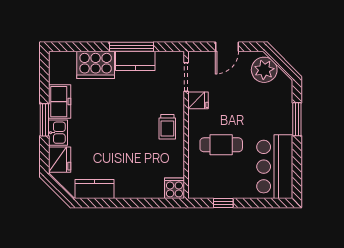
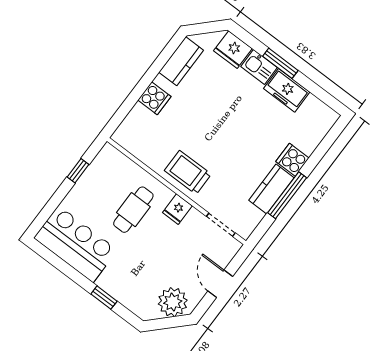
cooker: (96, 65) -> (292, 160), width x0.53, depth x0.76
fridge: (198, 100) -> (177, 209), moved
window: (297, 119) -> (104, 298), width x0.67
trolley: (167, 127) -> (188, 172), width x1.36, depth x1.39
cooker: (174, 188) -> (154, 98), moved

